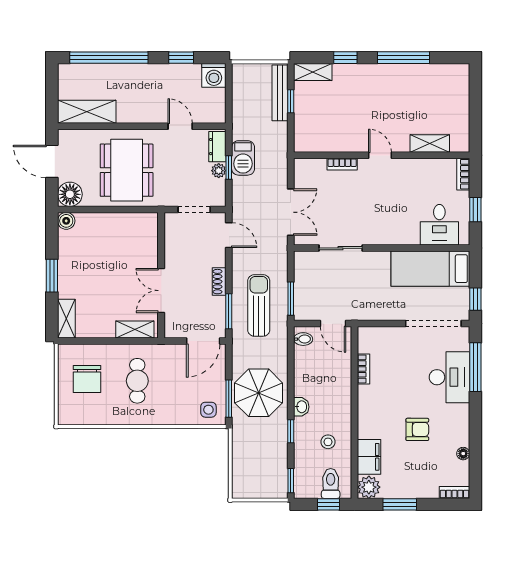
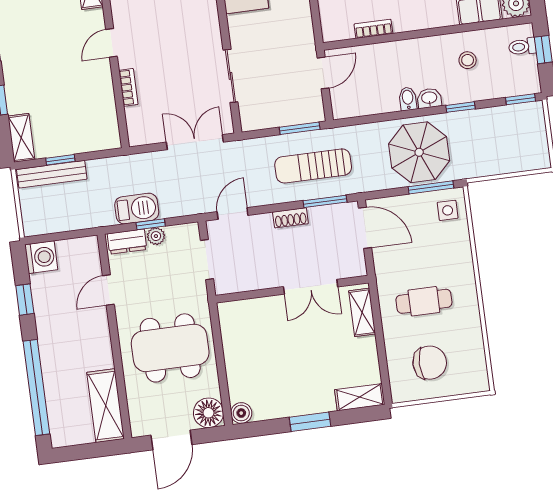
bidet: (303, 339) -> (408, 99), moved
toilet: (331, 484) -> (522, 47), width x0.73, depth x0.72

